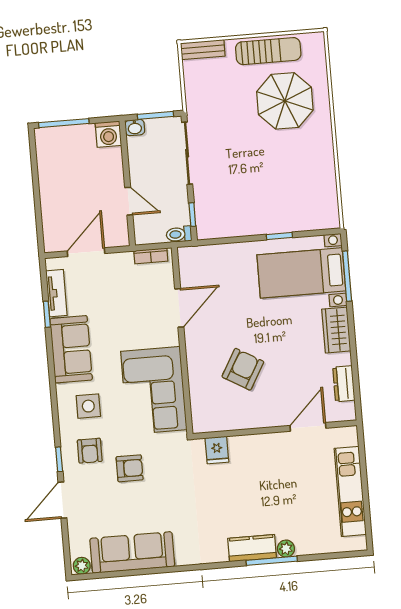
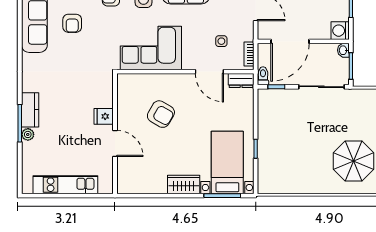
door: (129, 201) -> (290, 41), width x1.87
side table: (136, 295) -> (221, 41), added
dresser: (344, 384) -> (241, 81), moved, turned 180
door: (308, 427) -> (115, 143), moved
fridge: (217, 450) -> (104, 116), moved
armchair: (130, 468) -> (72, 23), moved

